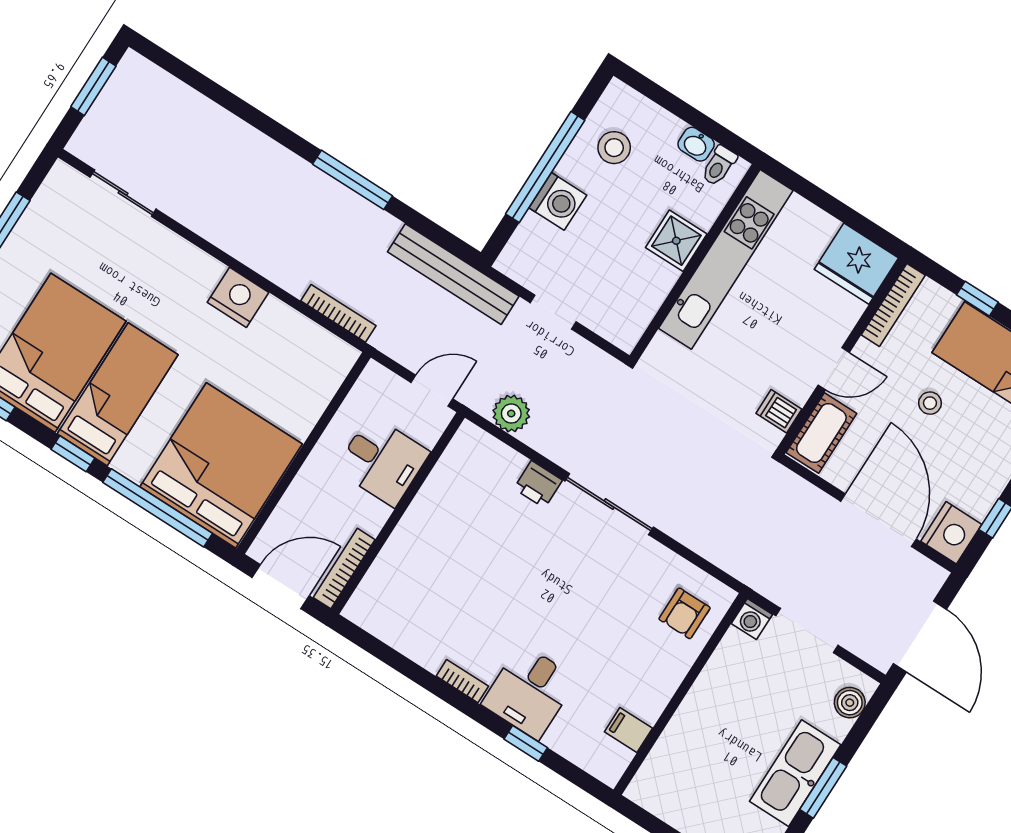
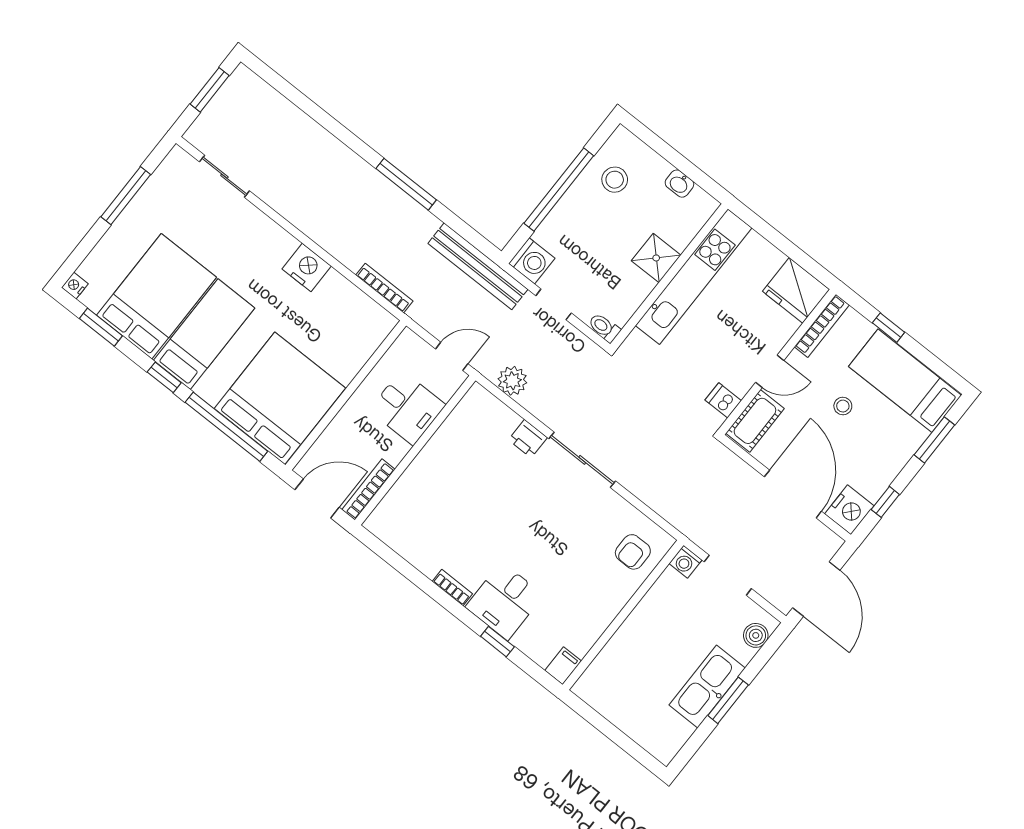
toilet: (719, 166) -> (604, 328), moved, turned 90
washing machine: (558, 201) -> (532, 261), moved
filing cabinet: (628, 730) -> (563, 666), moved, turned 90

